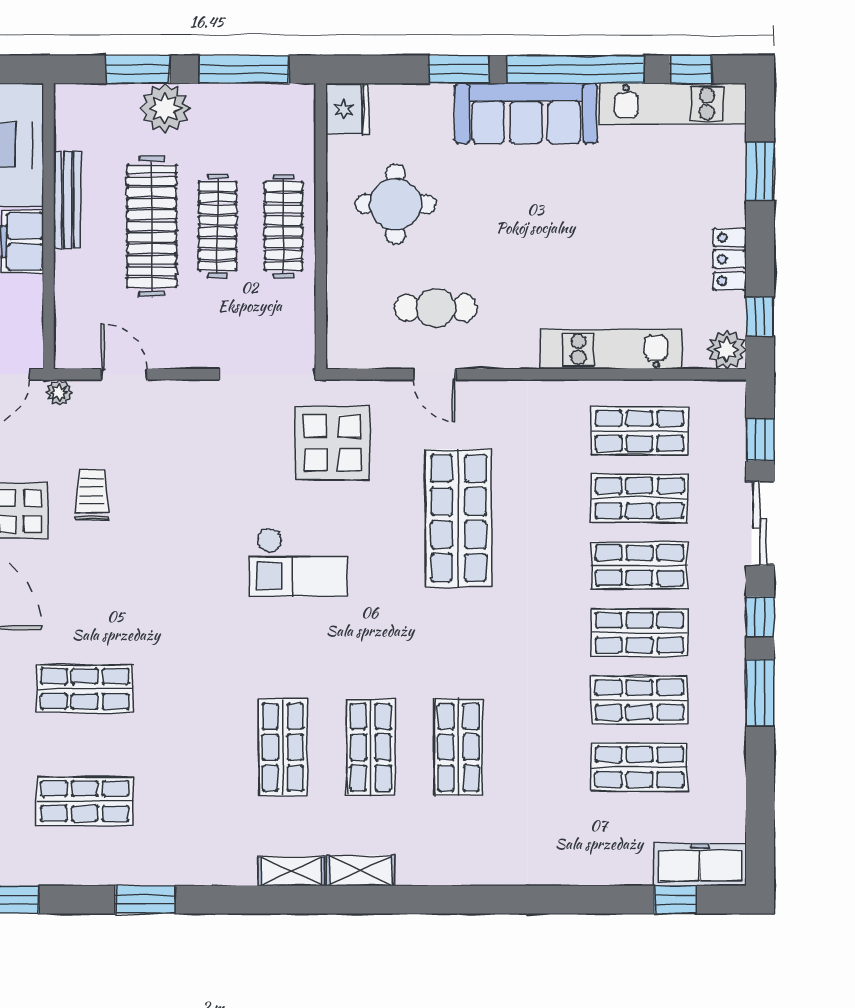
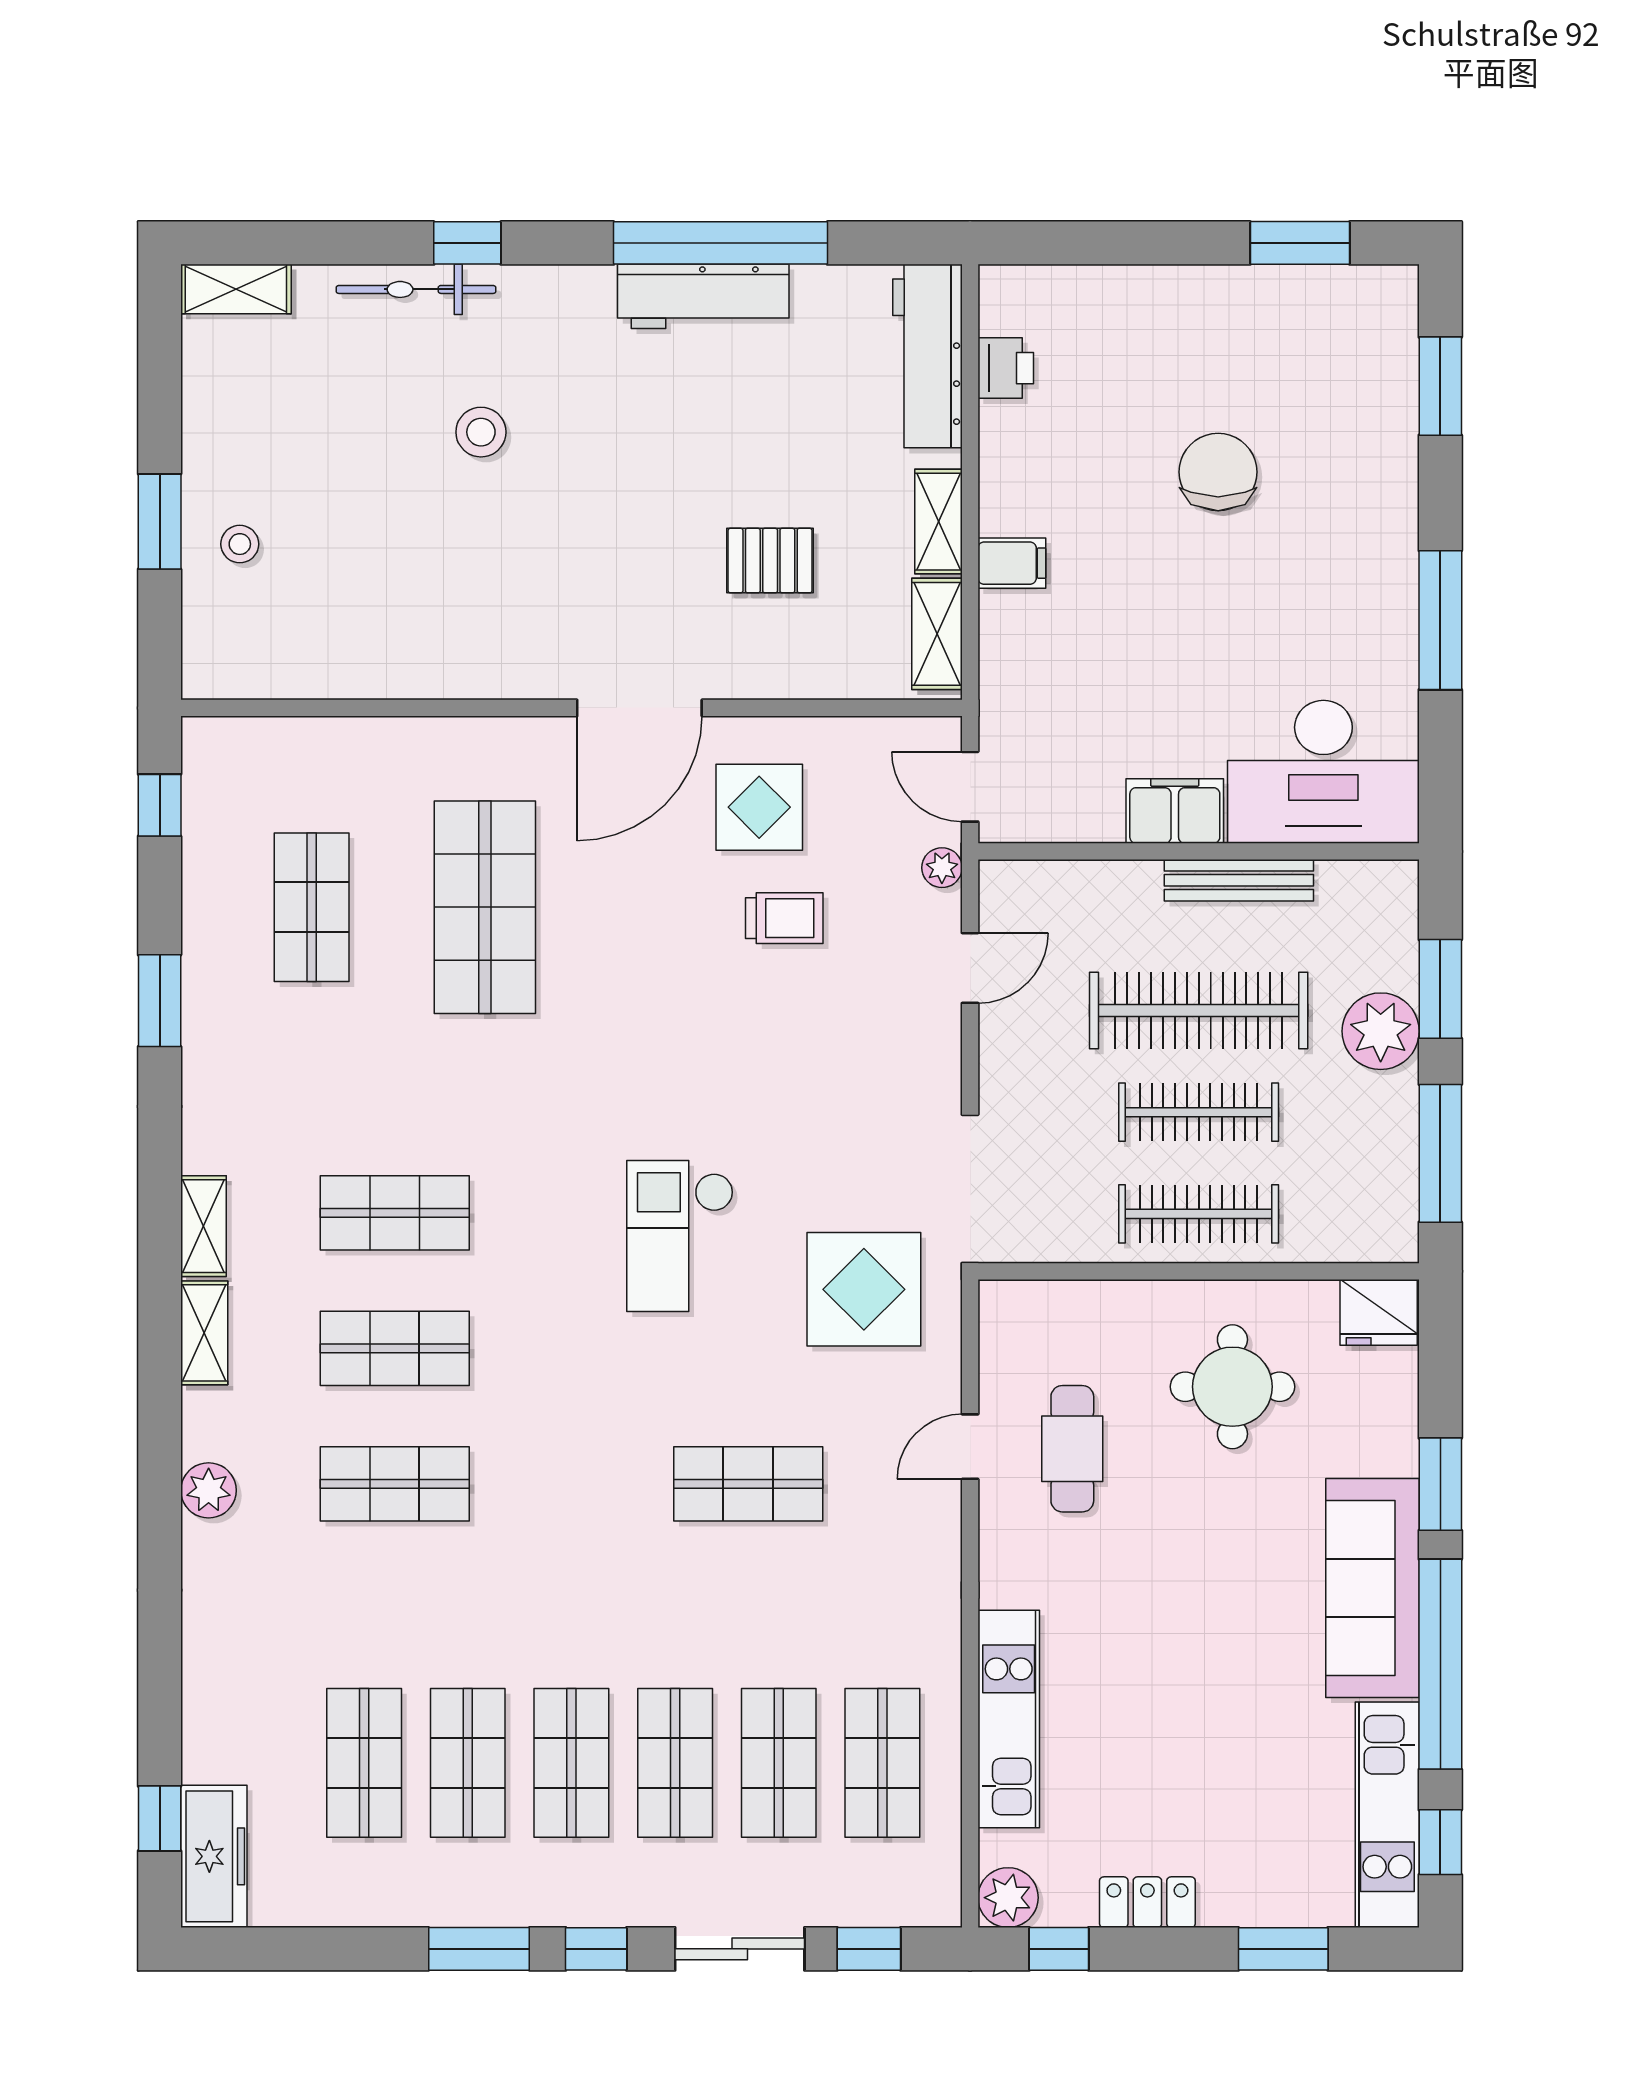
shop shelf: (459, 518) -> (748, 1484), width x0.70, depth x0.74
shop shelf: (85, 689) -> (485, 907), width x1.43, depth x1.36
plant: (463, 868) -> (209, 1490), added

